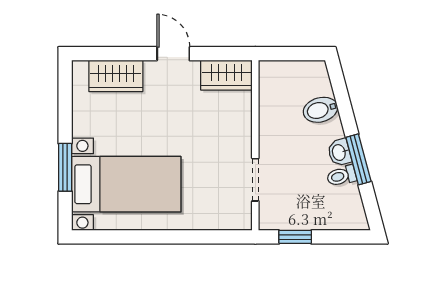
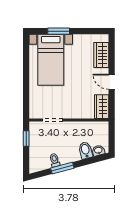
door: (173, 54) -> (112, 82), swing flipped
washbasin: (339, 152) -> (98, 150), moved

